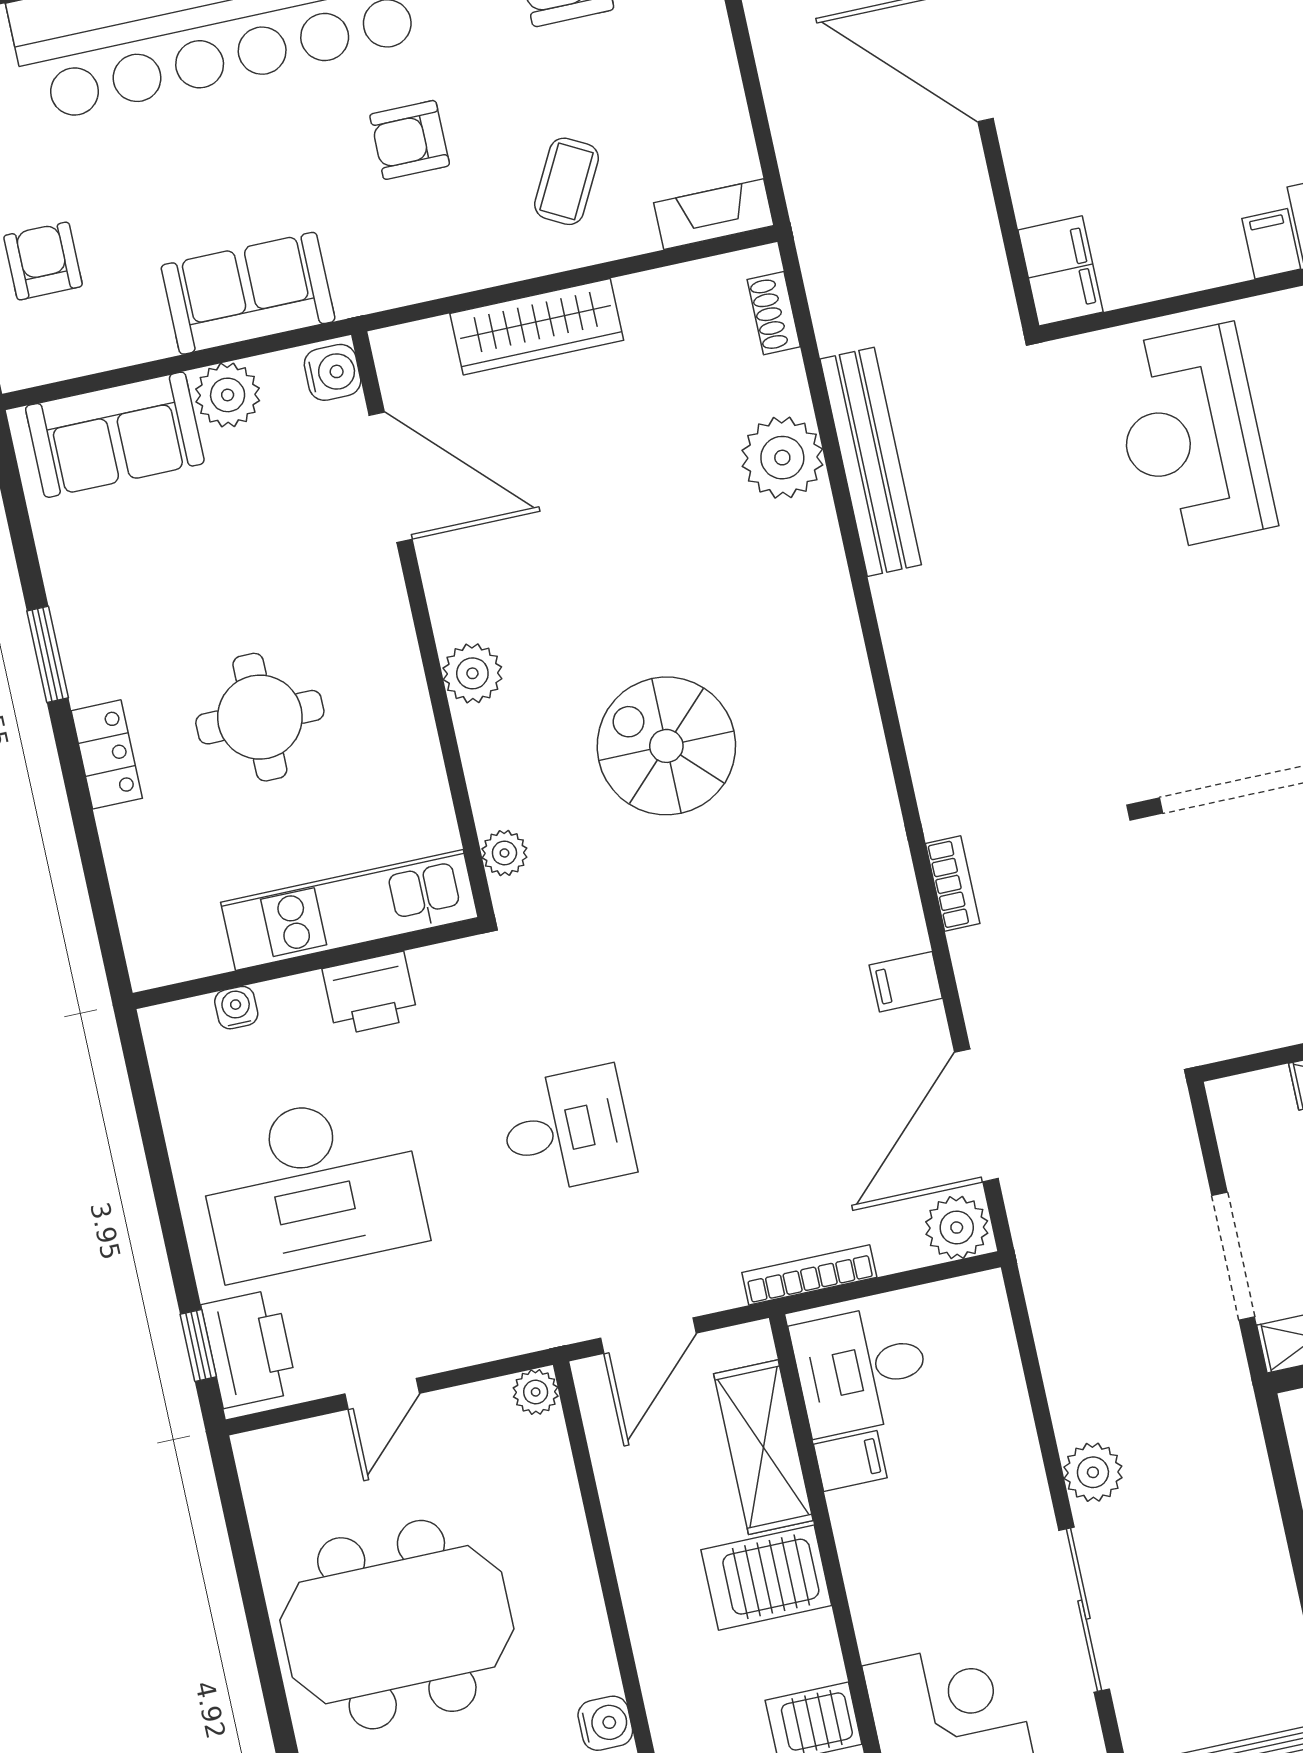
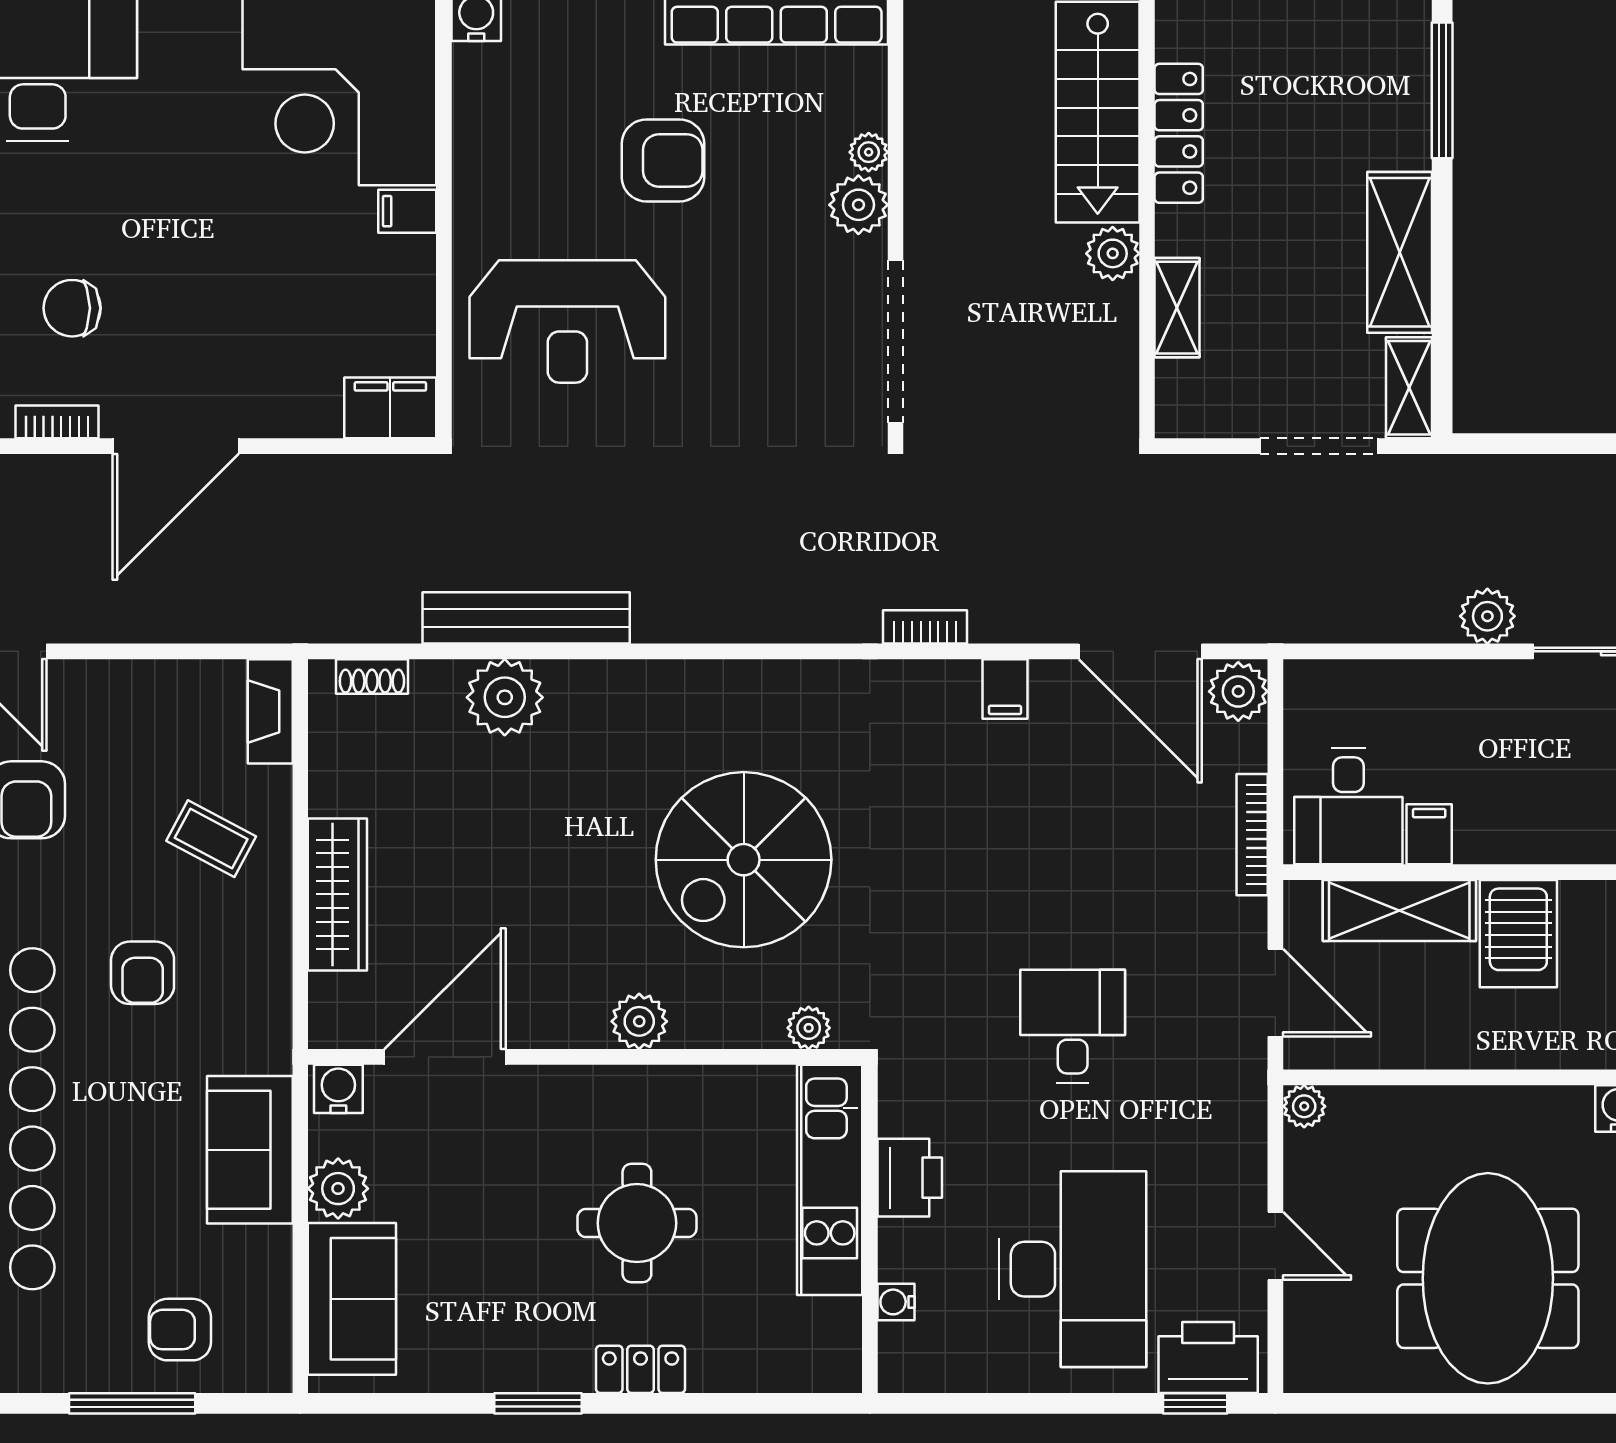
spiral stairs: (666, 746) -> (744, 860), width x1.37, depth x1.37

